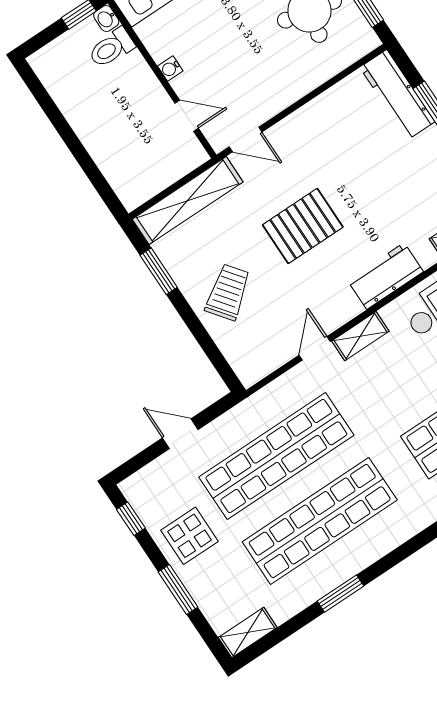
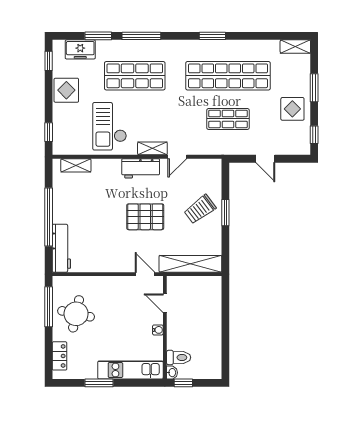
window: (159, 271) -> (225, 213), moved
workbench: (385, 276) -> (141, 168), moved
shop shelf: (276, 456) -> (228, 119), width x0.50, depth x0.74
window: (340, 594) -> (212, 36), moved

